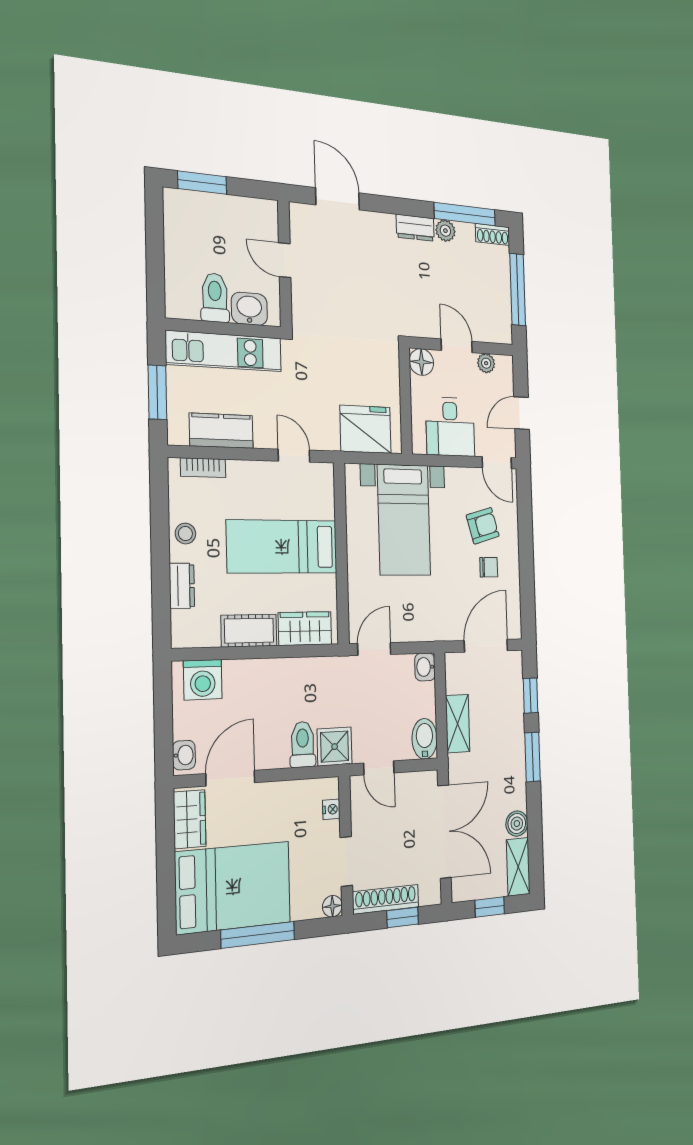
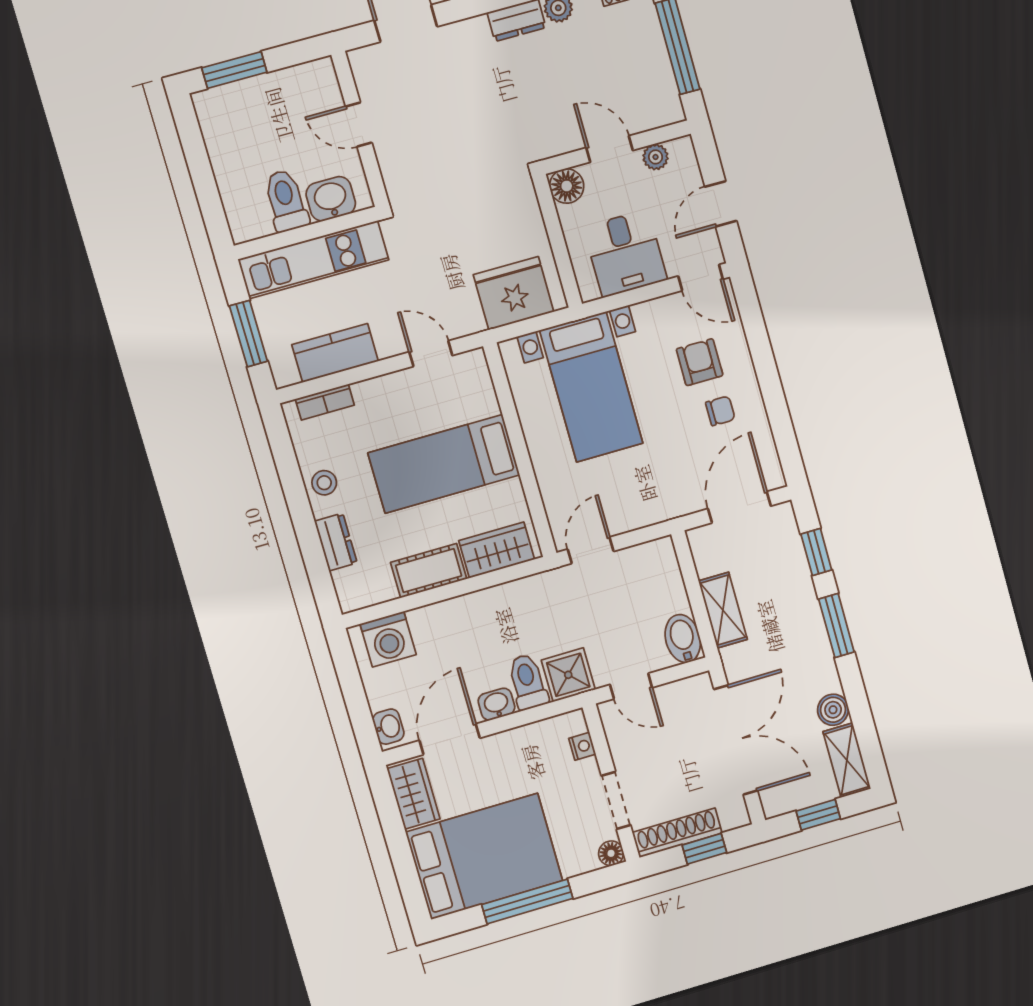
armchair: (483, 526) -> (700, 362), turned -74
washbasin: (425, 667) -> (496, 704), moved, turned 90

